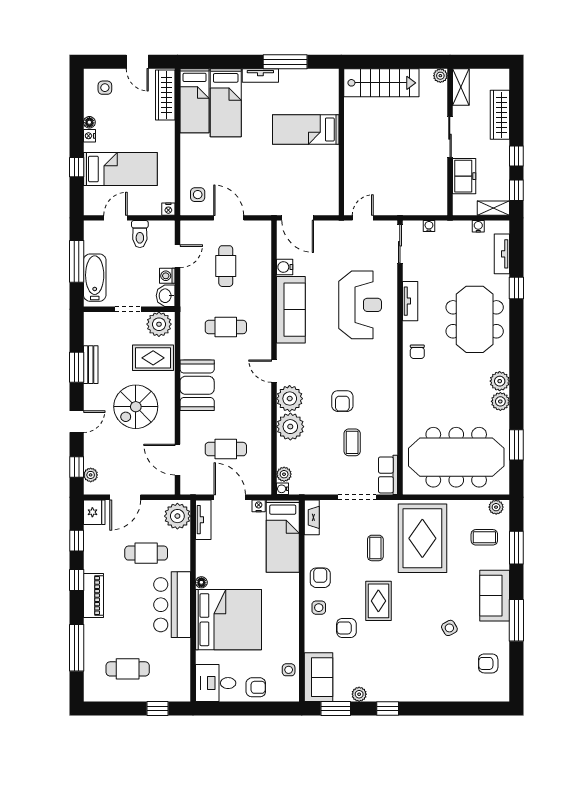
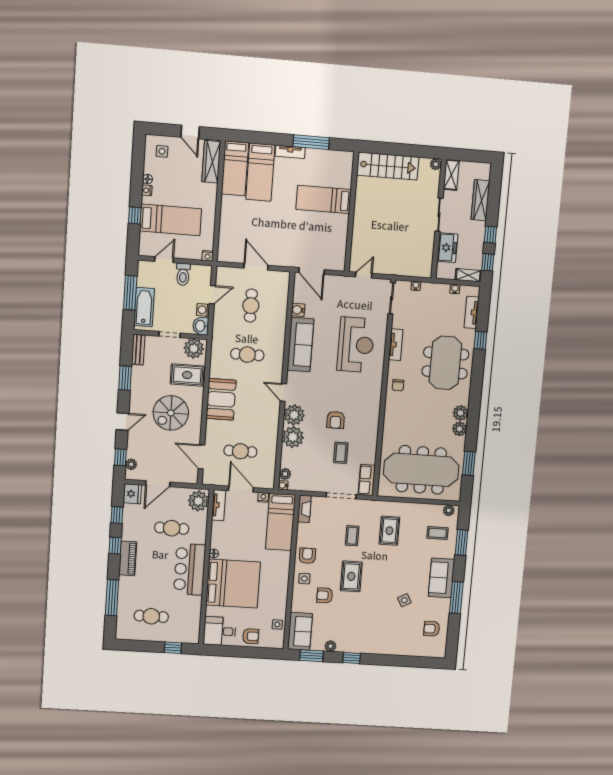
side table: (198, 195) -> (232, 246), removed
bench: (91, 365) -> (138, 350), moved
rug: (422, 538) -> (389, 531), width x0.54, depth x0.49

